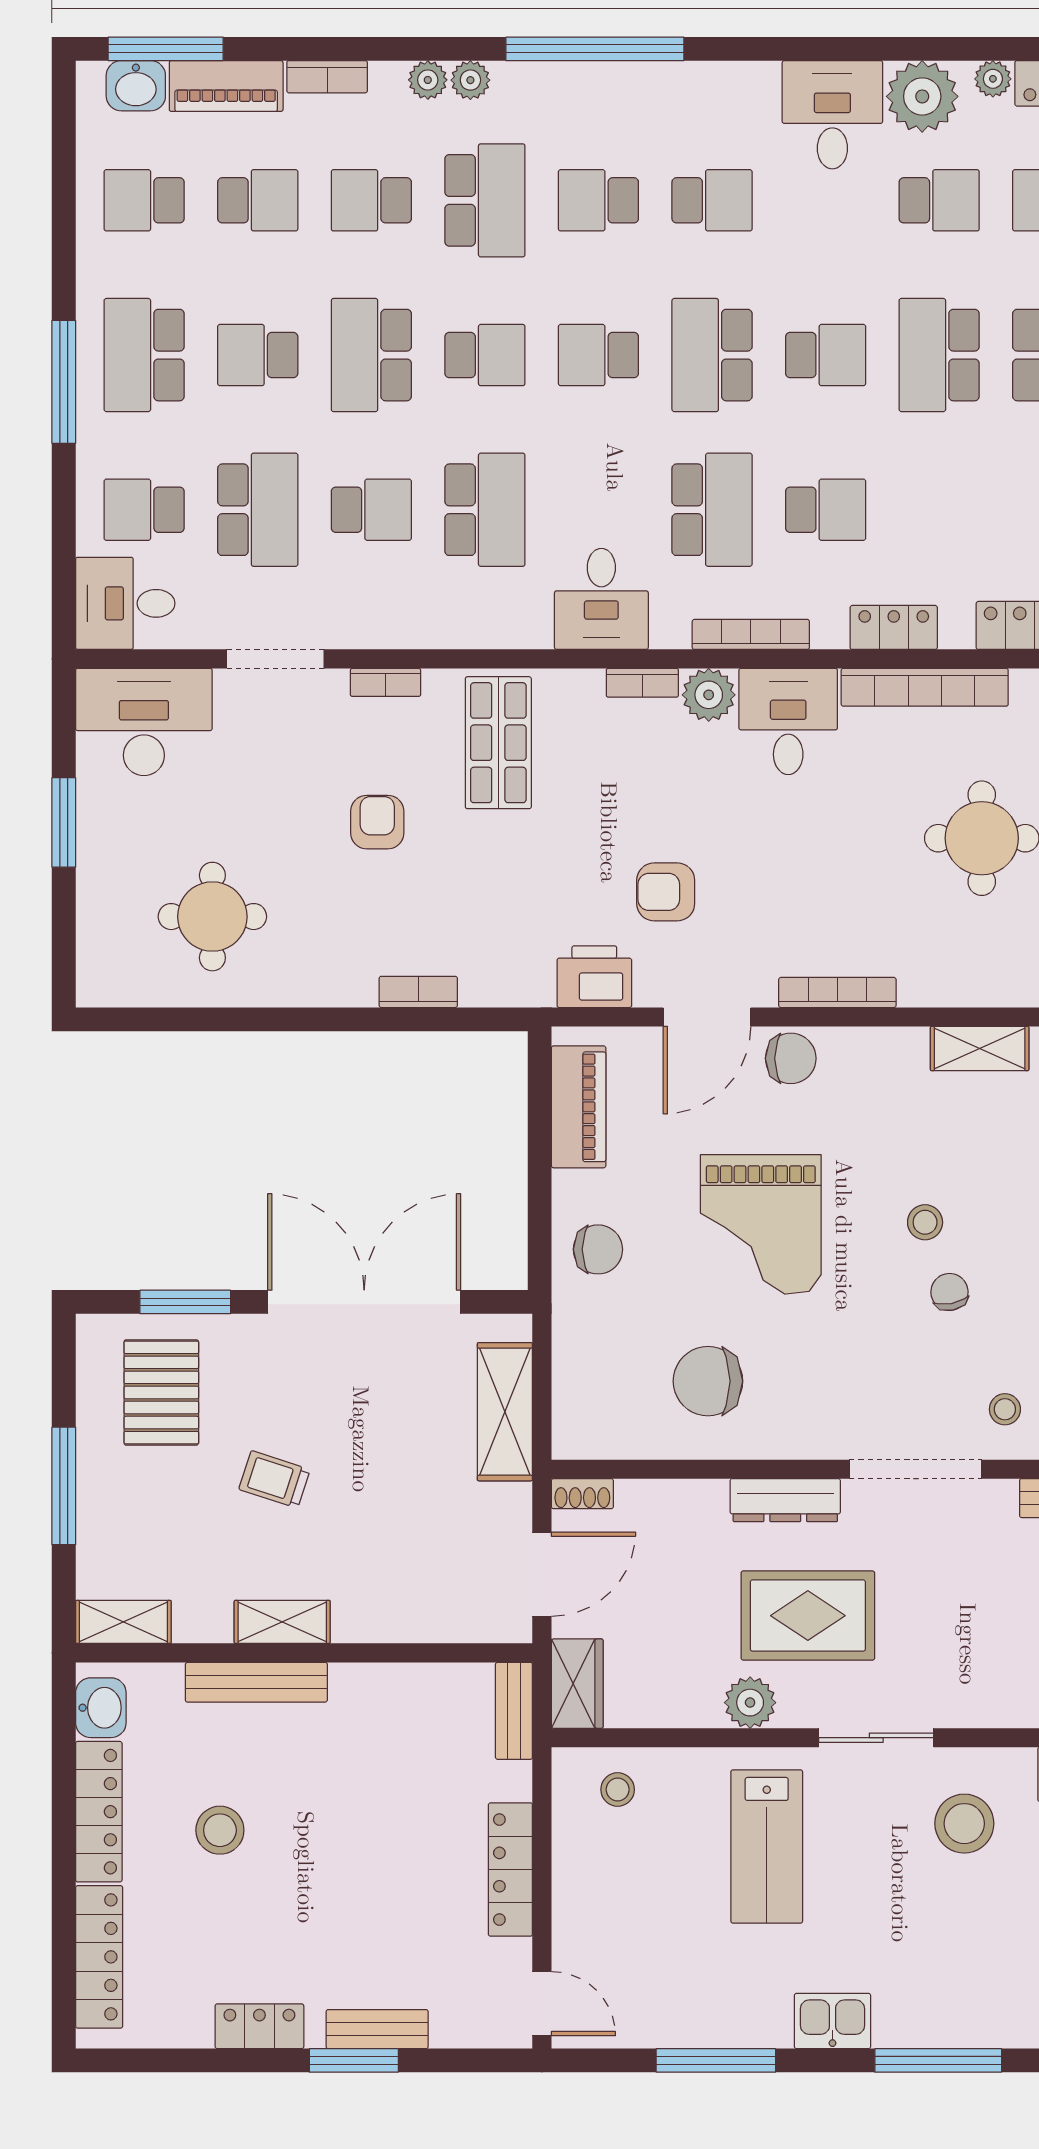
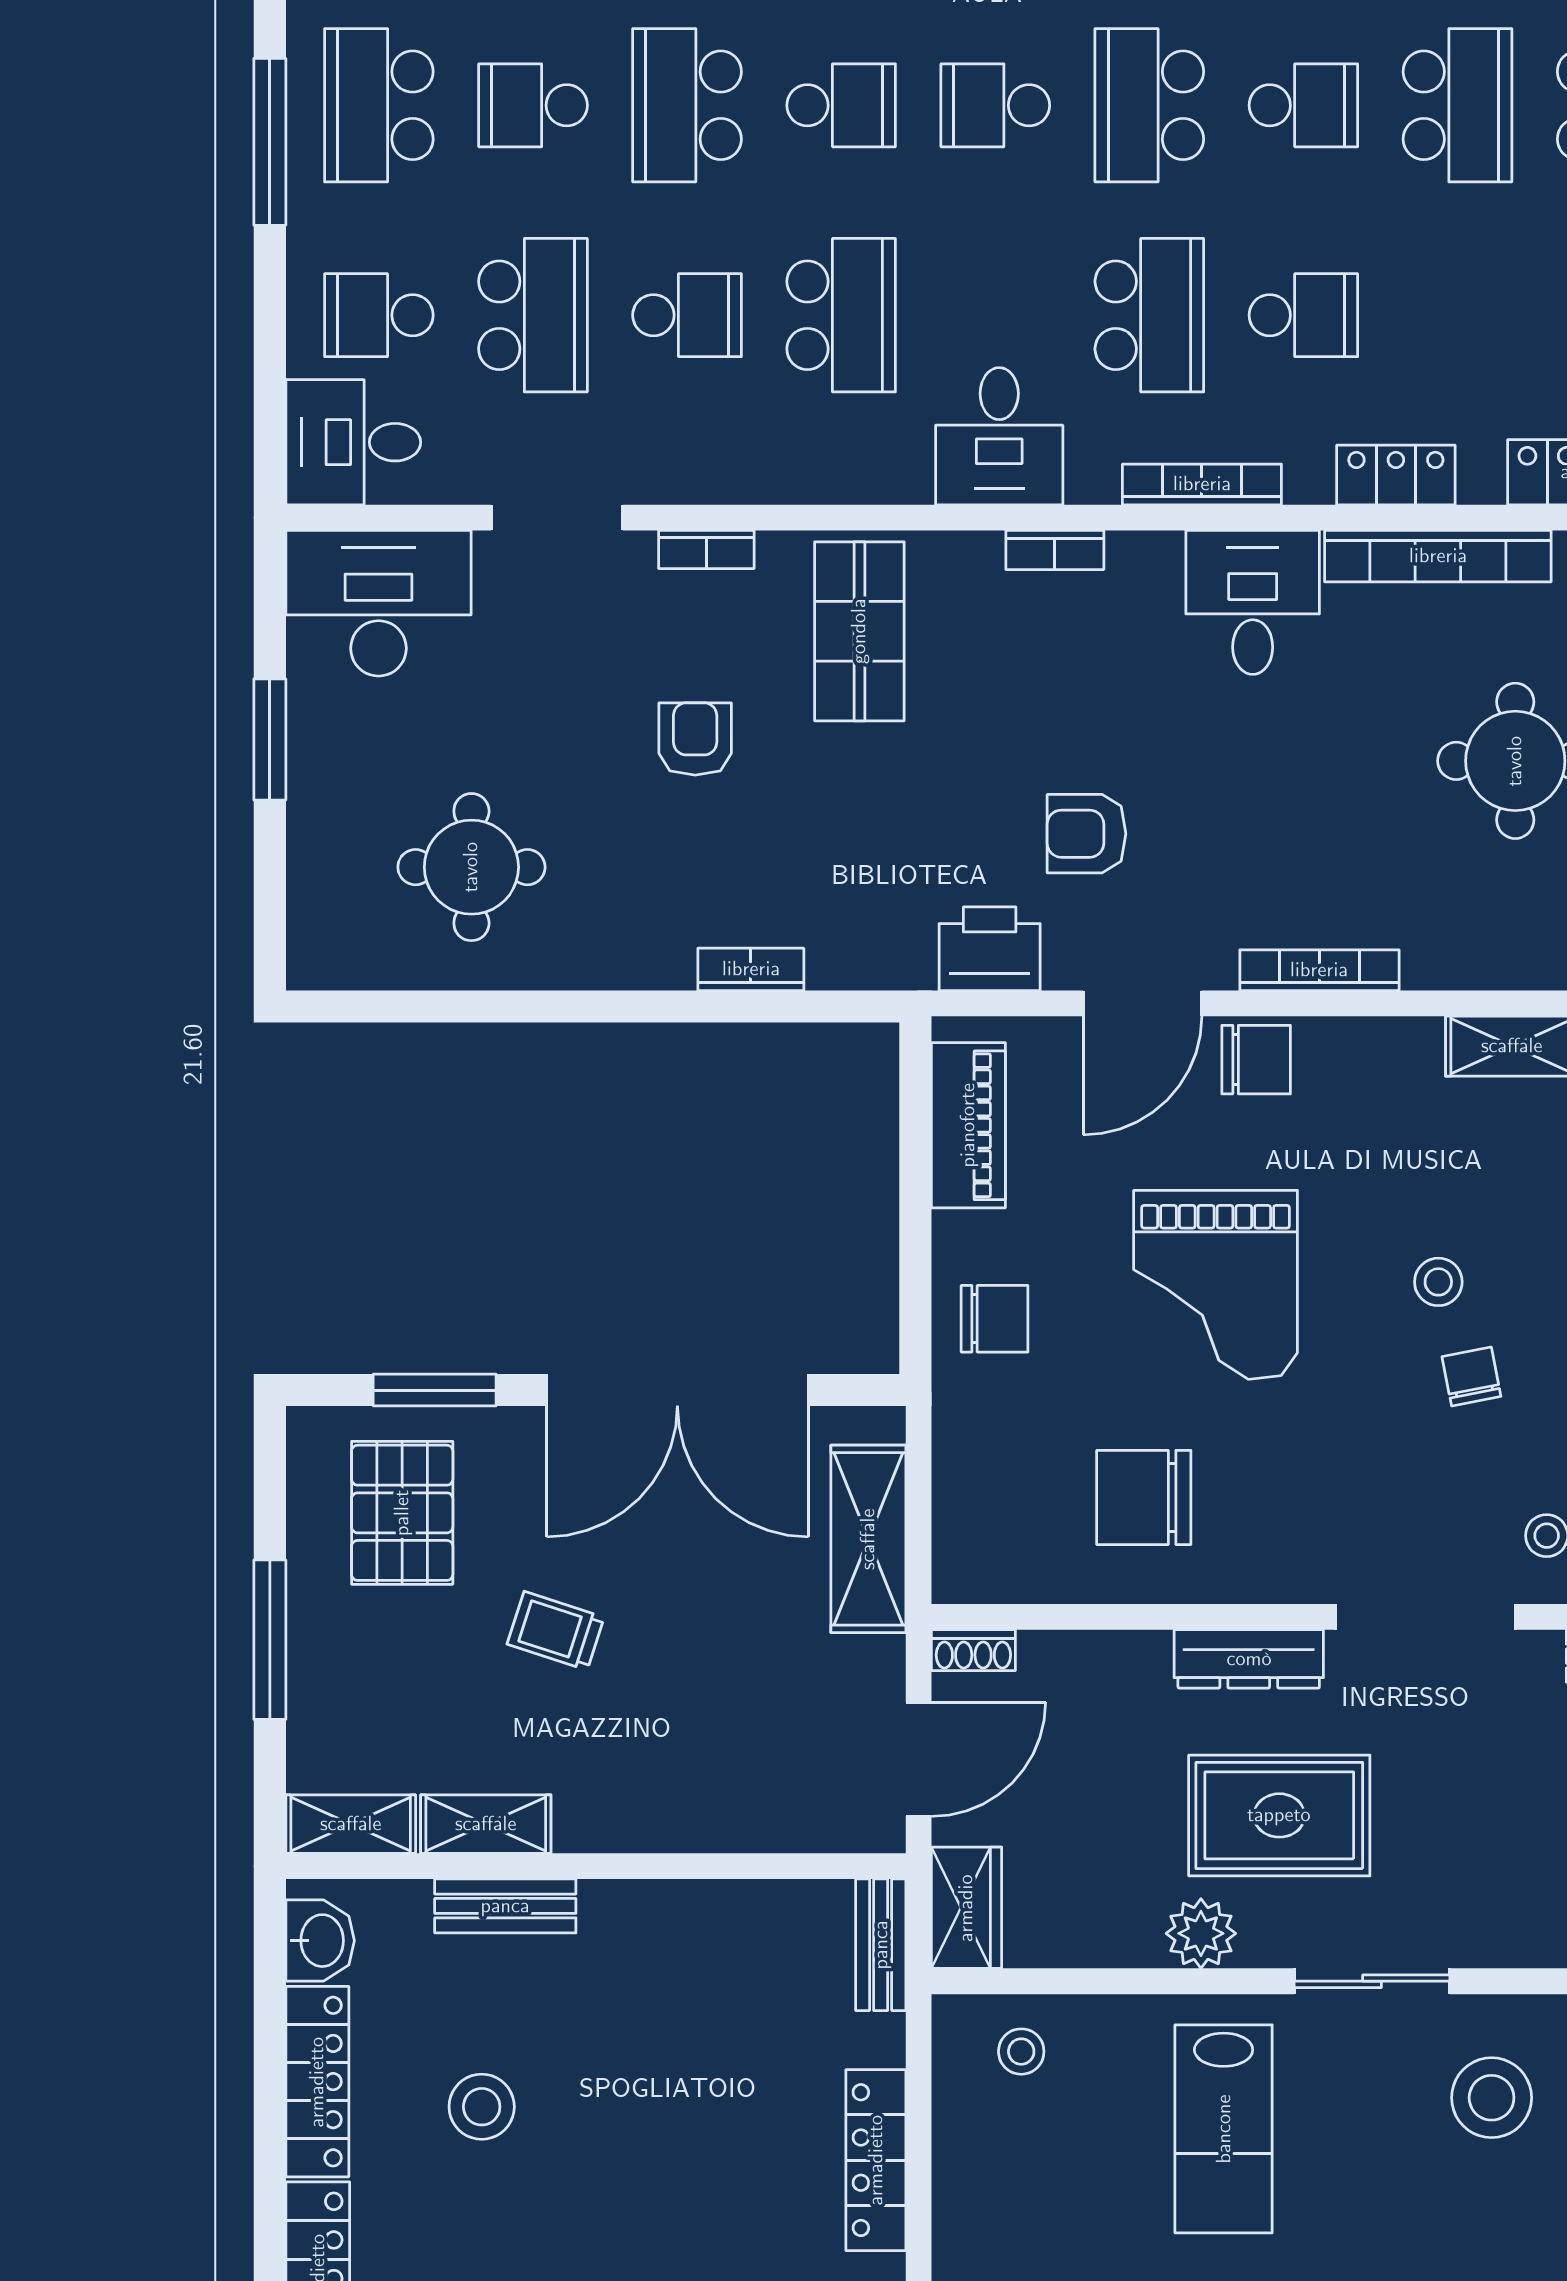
school desk: (939, 355) -> (1457, 105), turned 180
plant: (709, 695) -> (1145, 566), removed
double door: (364, 1302) -> (677, 1390), swing flipped
shelving: (282, 1622) -> (486, 1824), moved
bench: (256, 1682) -> (505, 1906), width x0.73

